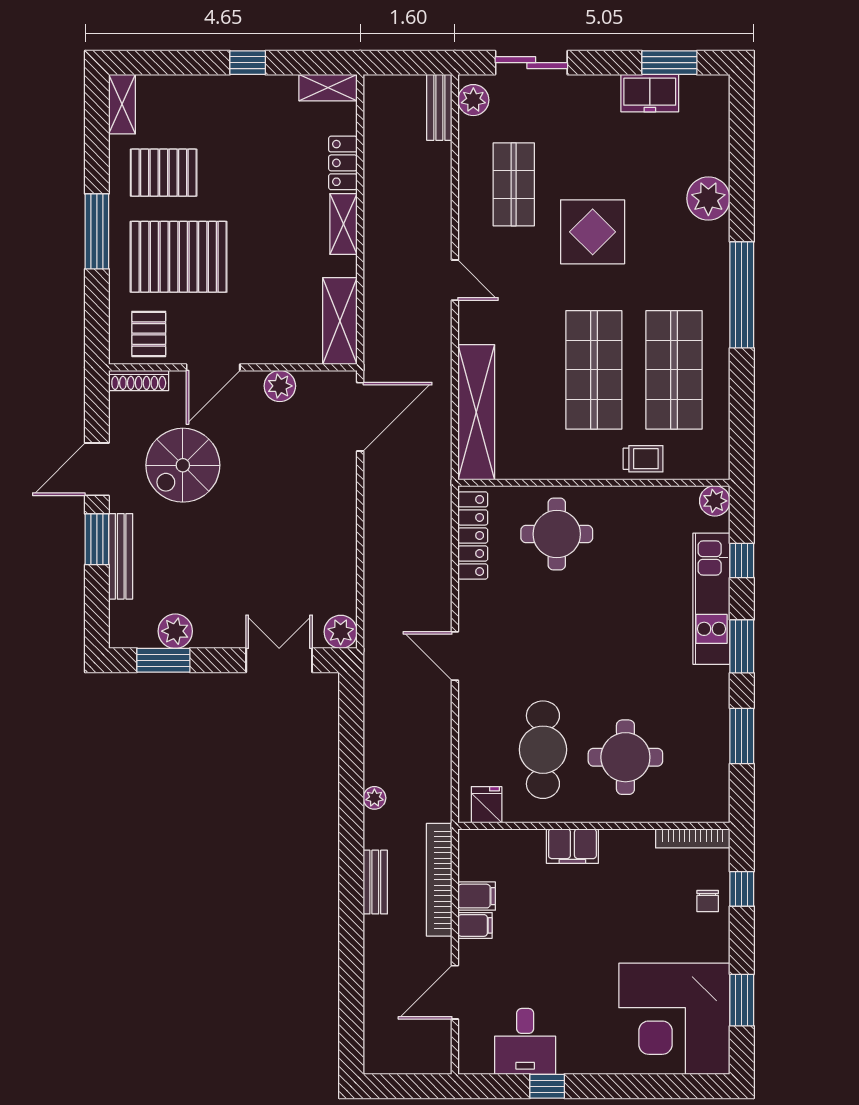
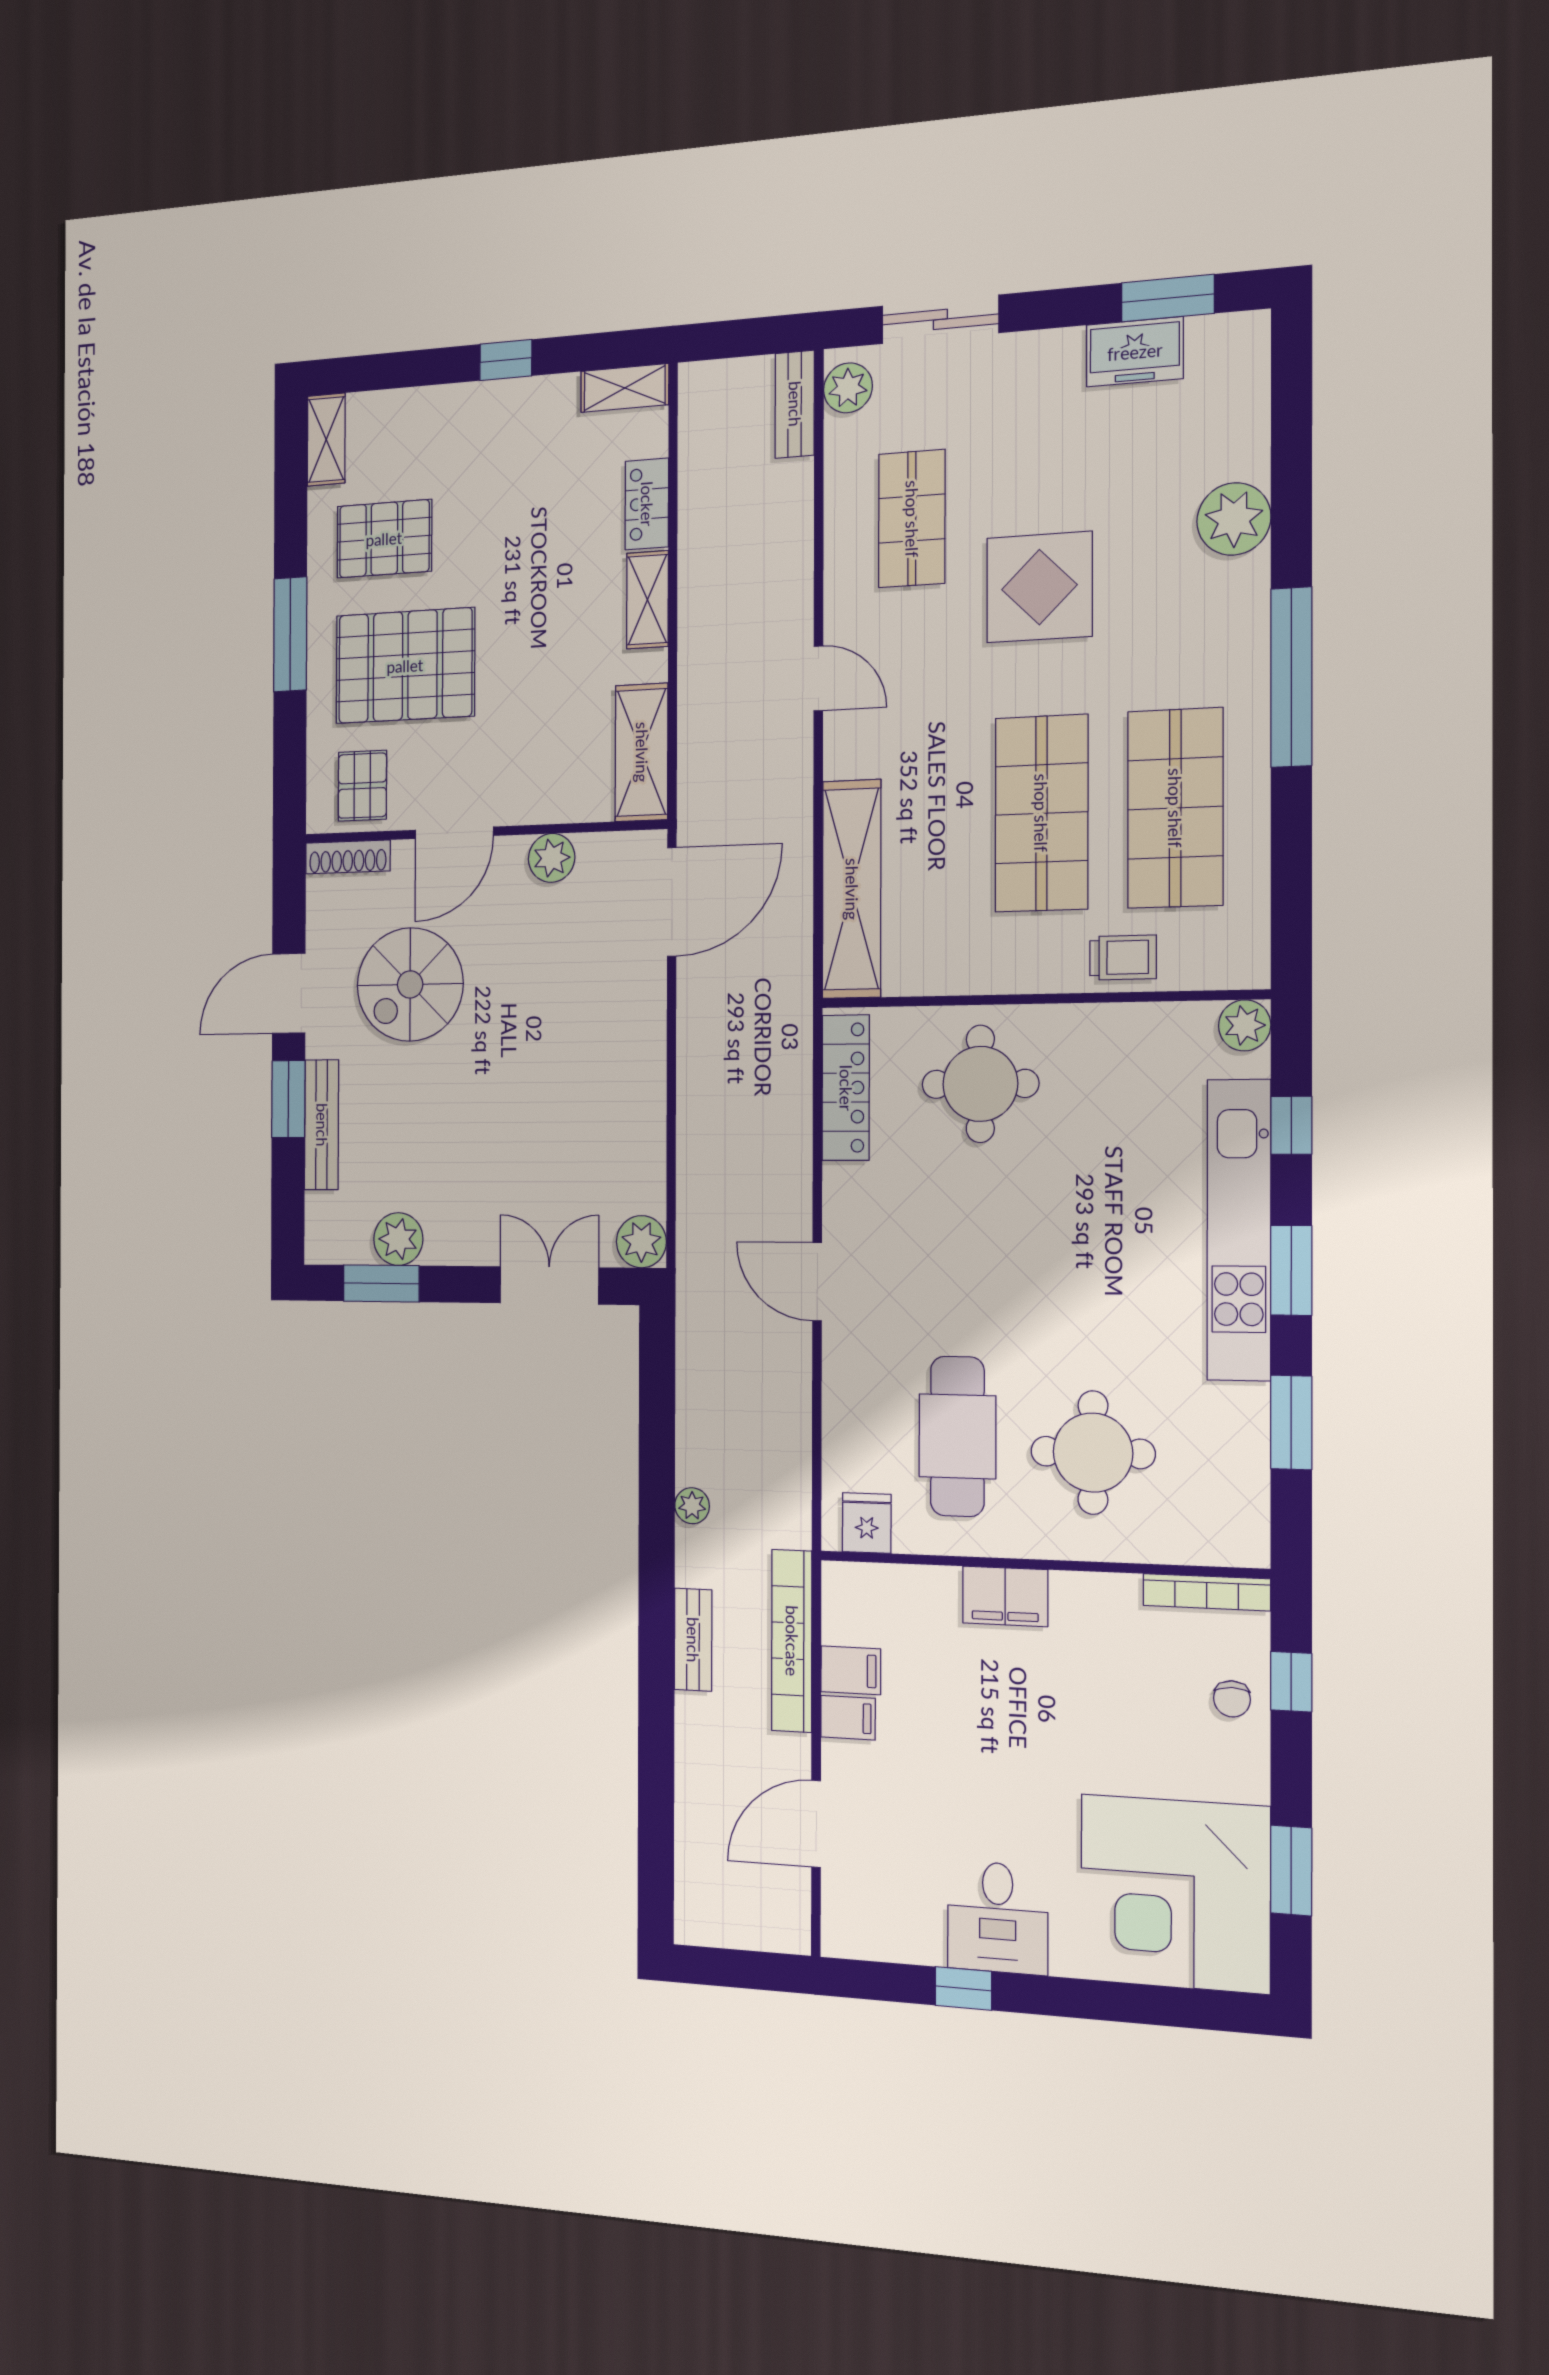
kitchen unit: (711, 599) -> (1239, 1230), width x1.36
desk: (525, 1041) -> (998, 1917), moved

